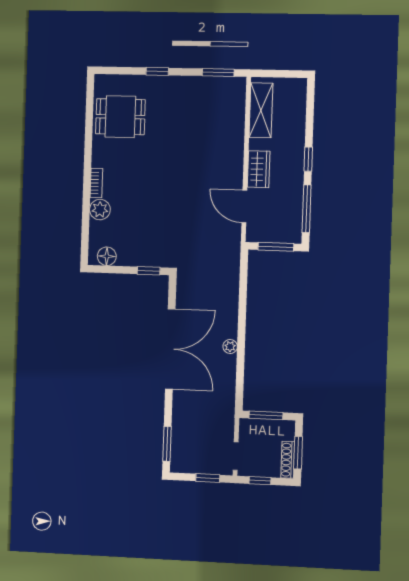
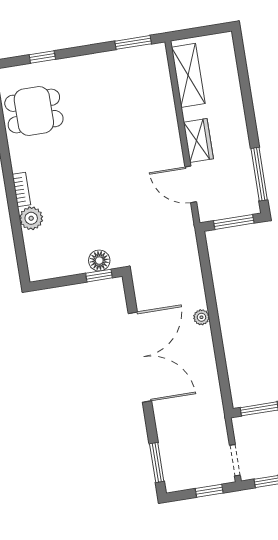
window: (157, 71) -> (42, 57), moved
window: (308, 159) -> (250, 119), removed
floor lamp: (107, 256) -> (99, 261), moved
plant: (230, 347) -> (201, 317), moved

